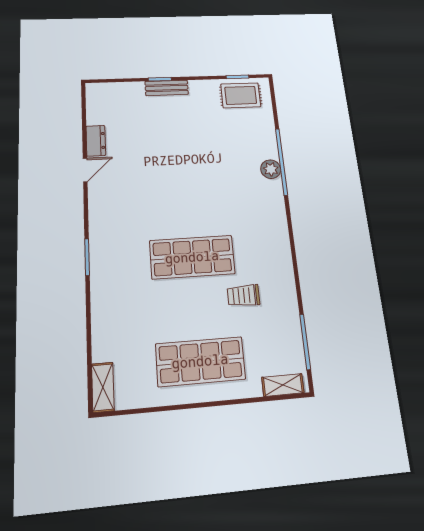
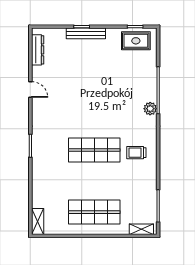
bench: (167, 88) -> (86, 33), width x1.36
dresser: (96, 141) -> (38, 50), moved, width x1.44
plant: (271, 169) -> (150, 109), moved
door: (85, 170) -> (30, 90), hinge flipped
trolley: (243, 296) -> (136, 153), moved

